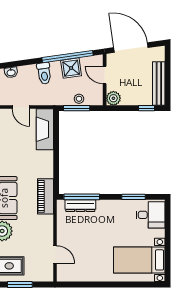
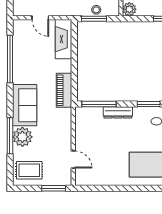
piano: (45, 196) -> (64, 90), moved
dresser: (80, 206) -> (118, 112), moved
window: (20, 284) -> (54, 188), moved

